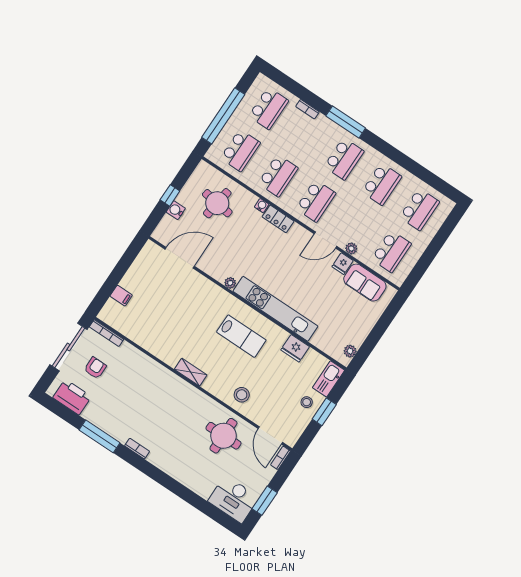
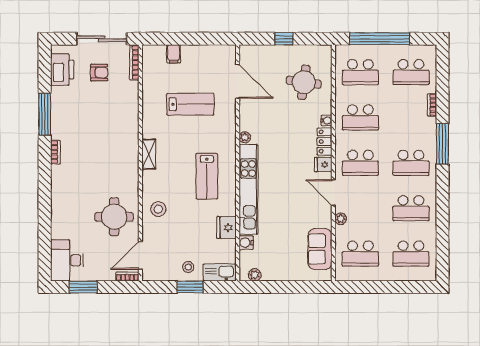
water cooler: (176, 210) -> (246, 243), moved, turned -90
fridge: (343, 264) -> (323, 165), moved
lab bench: (172, 310) -> (190, 104), added

